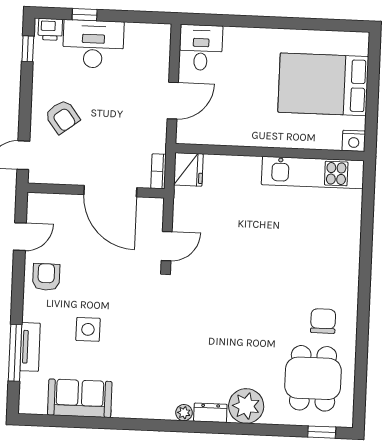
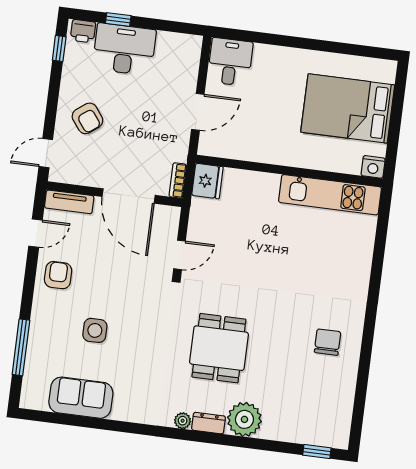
tv unit: (30, 347) -> (69, 202), moved, turned 90
dining table: (313, 378) -> (219, 348), moved

